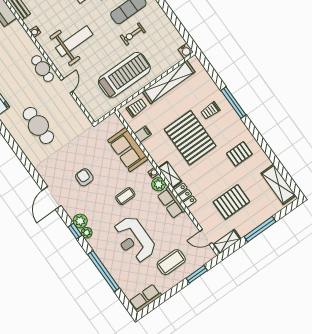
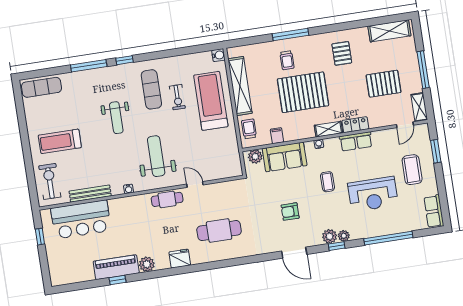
treadmill: (124, 75) -> (211, 101), moved
plant: (158, 184) -> (255, 157), moved
pallet: (231, 202) -> (384, 84), turned 90

